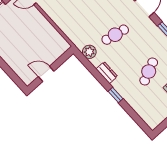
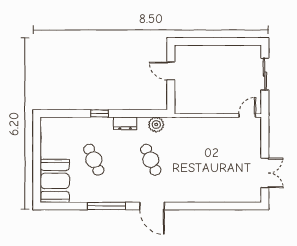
cafe table: (115, 35) -> (151, 160), turned -36
door: (46, 74) -> (171, 71), swing flipped

